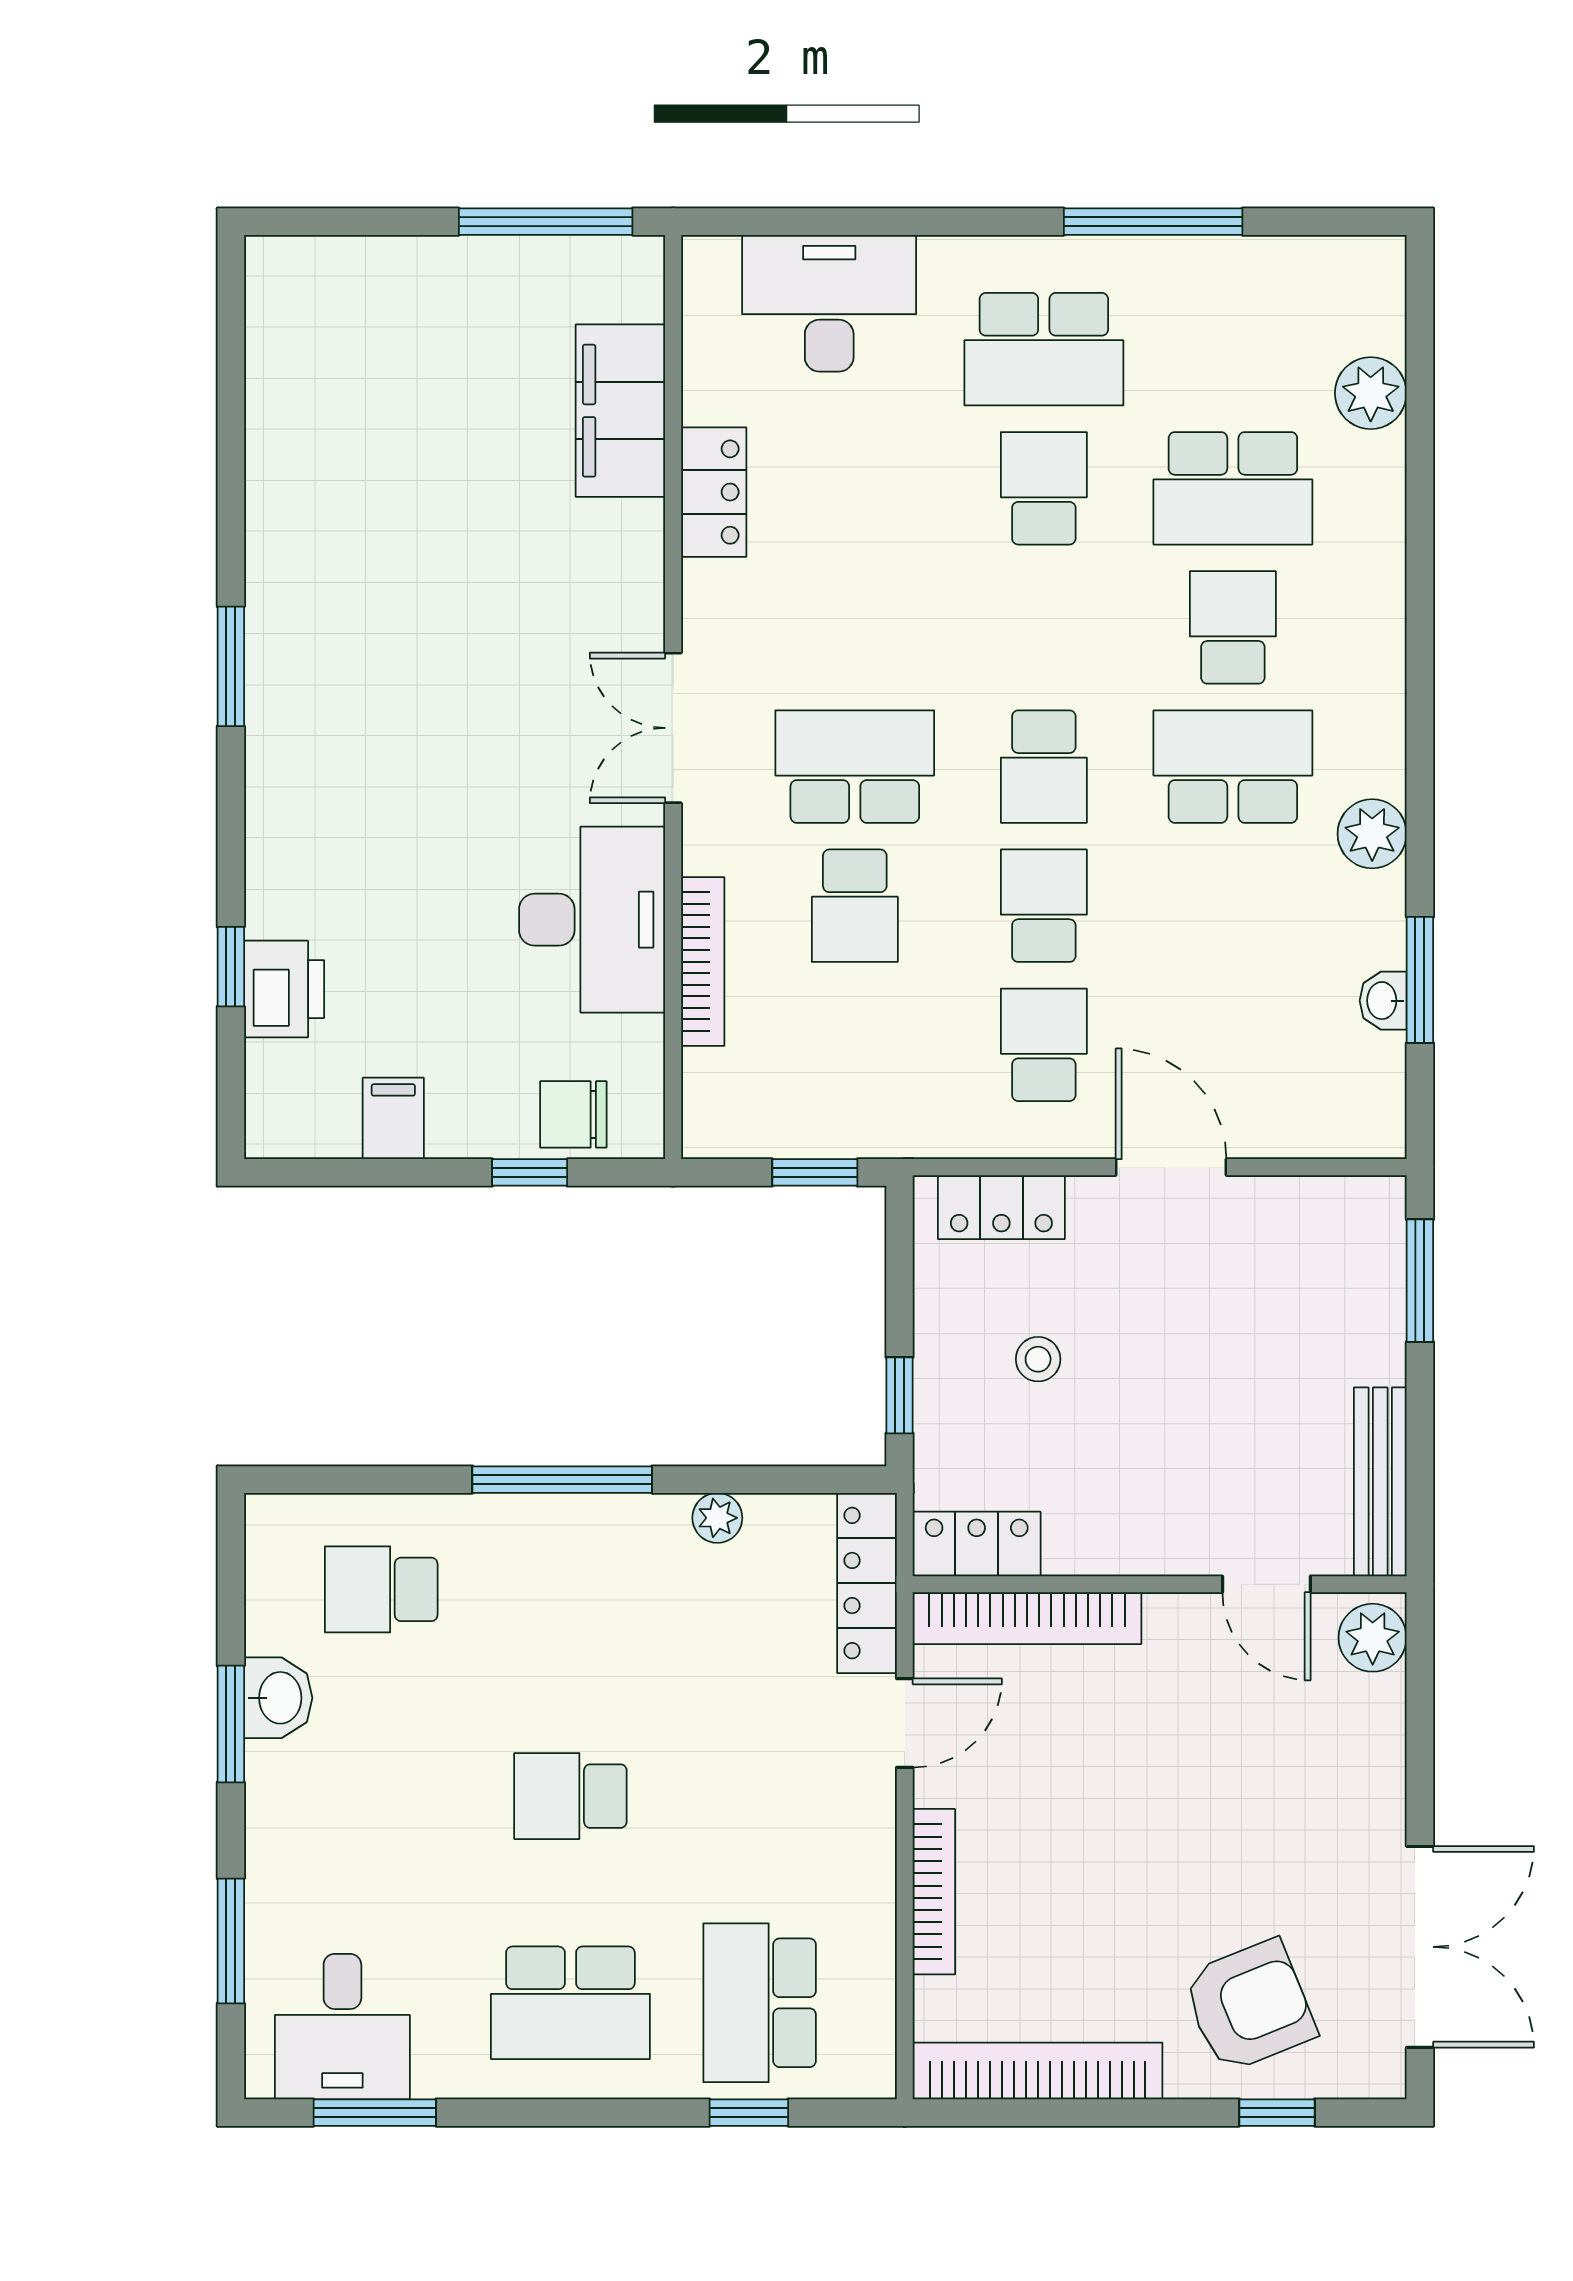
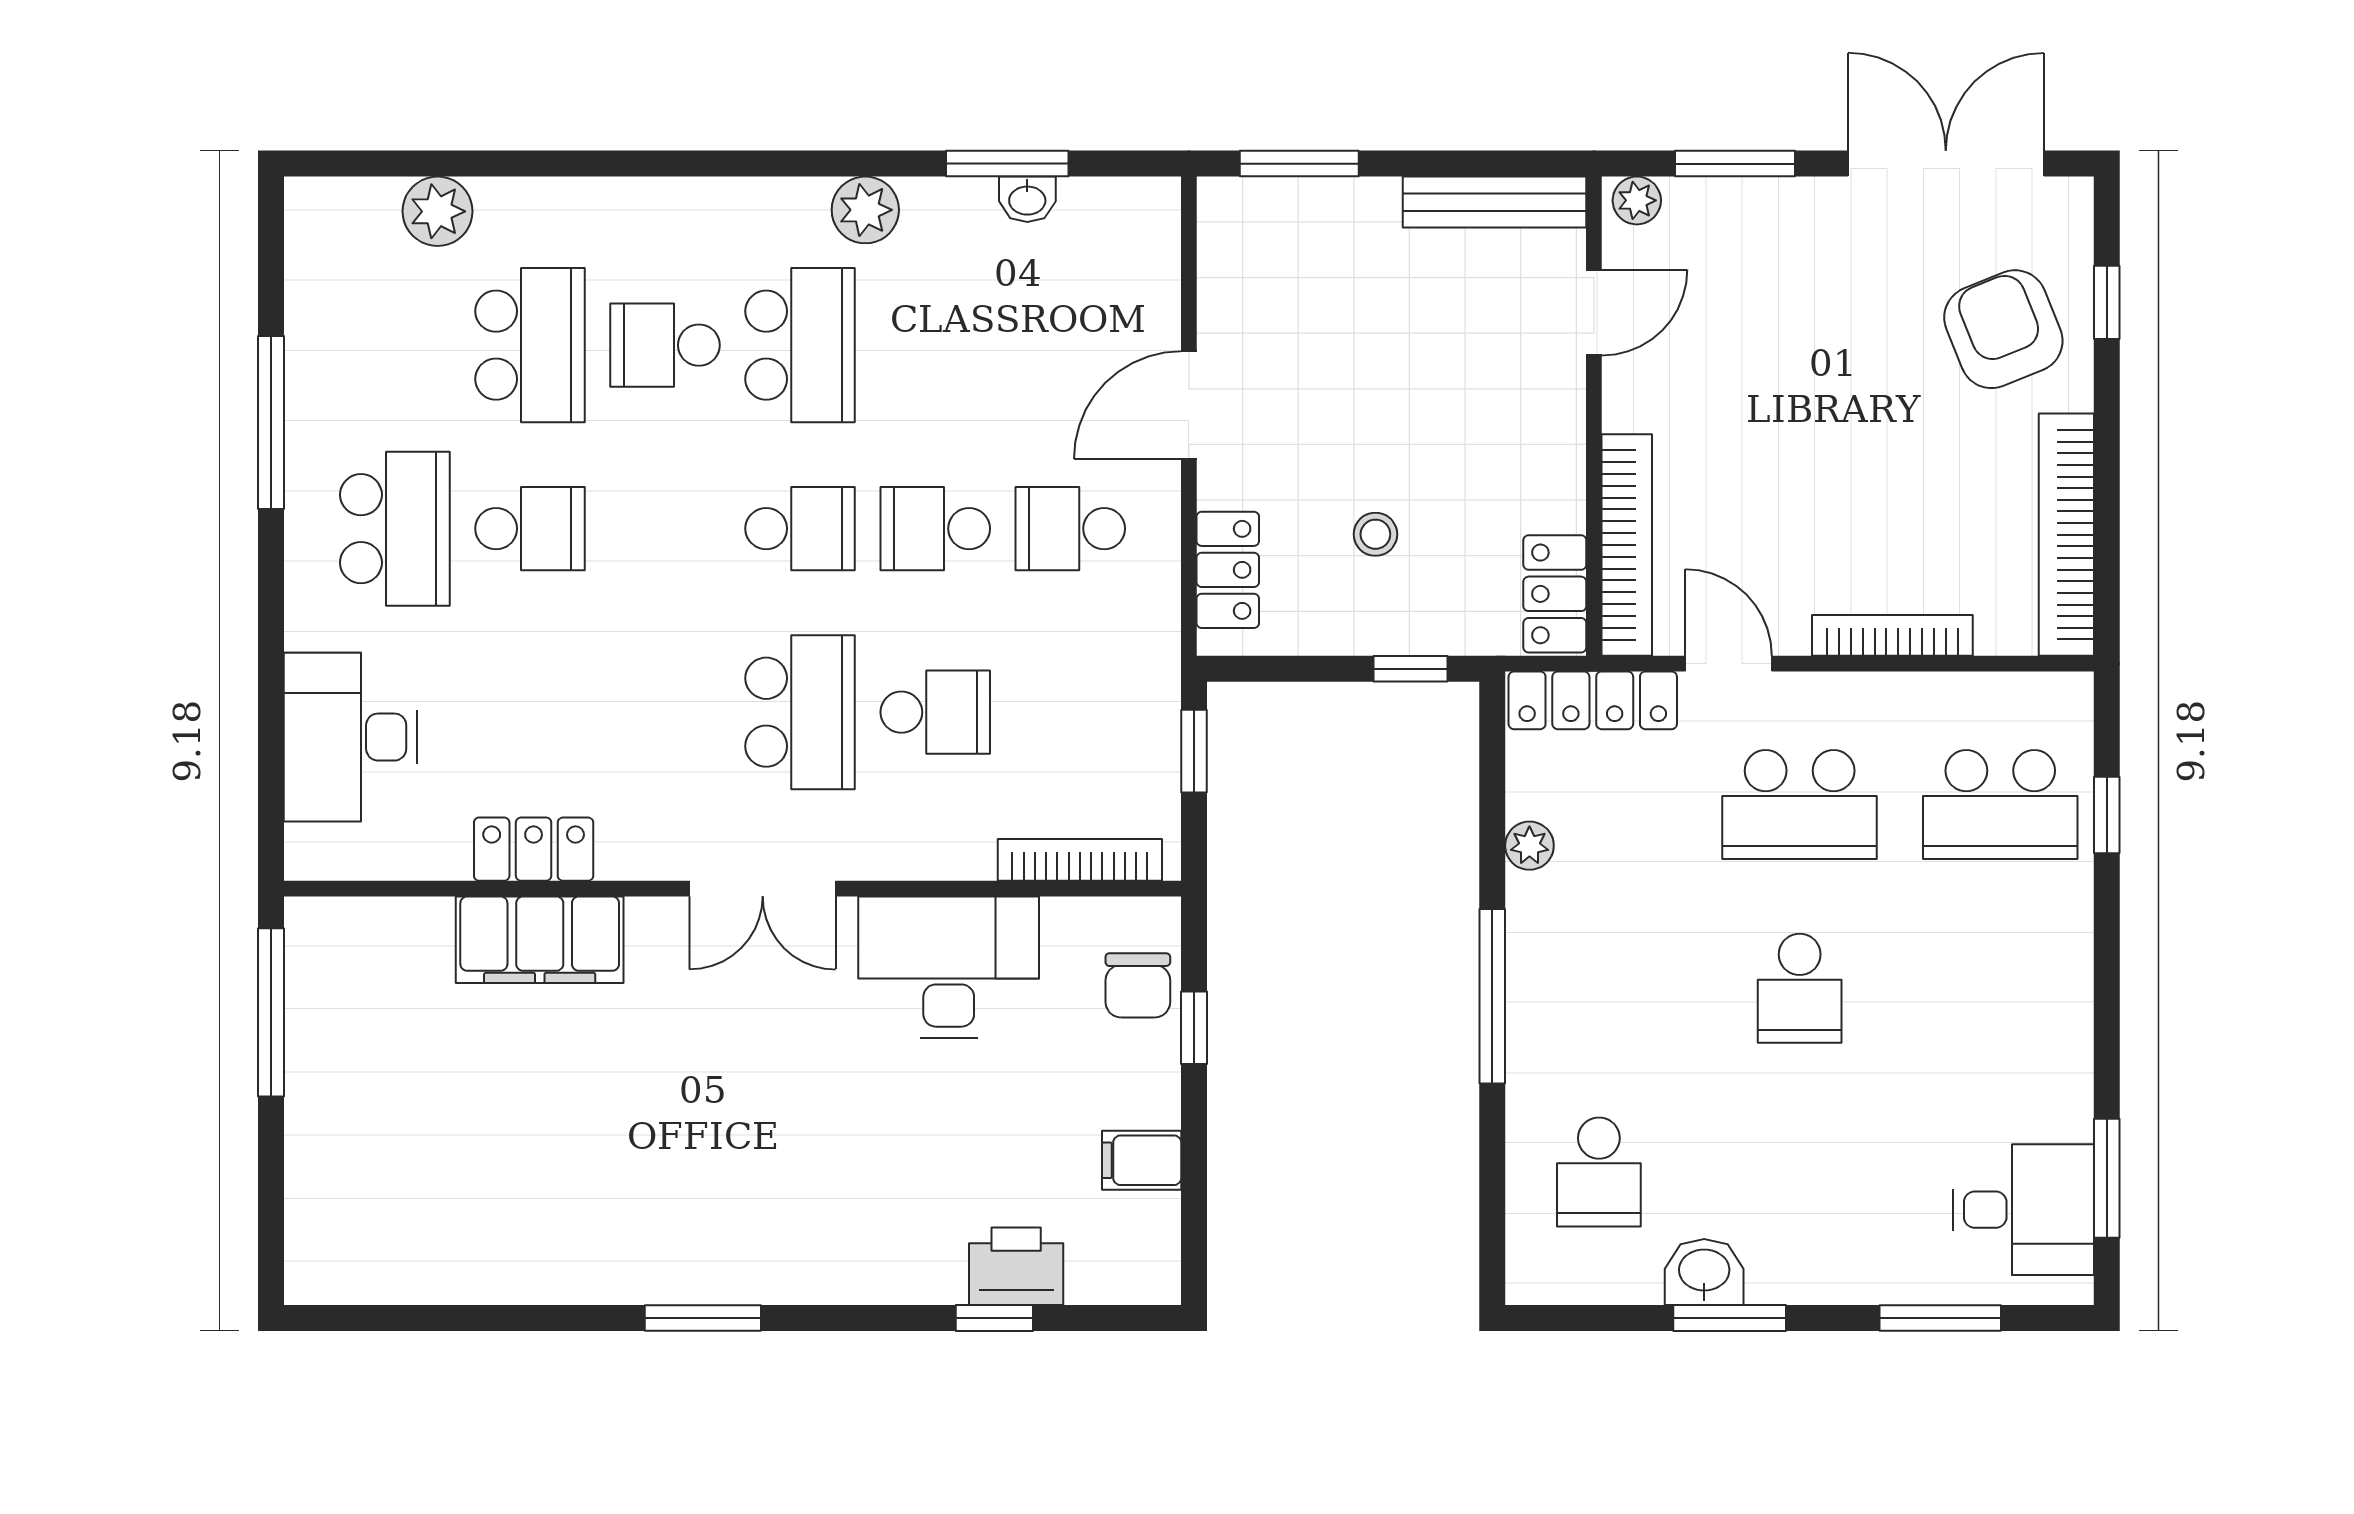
filing cabinet: (620, 411) -> (540, 940), moved
school desk: (1044, 488) -> (530, 529), turned 180
school desk: (855, 767) -> (800, 712), turned 180
school desk: (1233, 767) -> (800, 345), turned 180
bookcase: (703, 962) -> (1080, 860), moved
plant: (1373, 1638) -> (1637, 200), width x0.73, depth x0.73
window: (1420, 1729) -> (1735, 164), added
school desk: (570, 2003) -> (1800, 805), moved, turned 90

